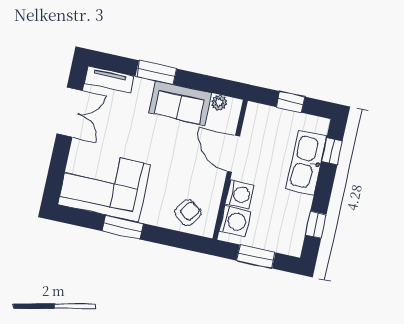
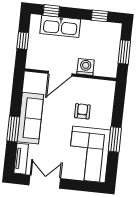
sofa: (180, 103) -> (30, 118), width x1.36
plant: (219, 103) -> (28, 87), removed
armchair: (188, 213) -> (82, 111), moved, turned 54
washing machine: (235, 221) -> (103, 68), removed

